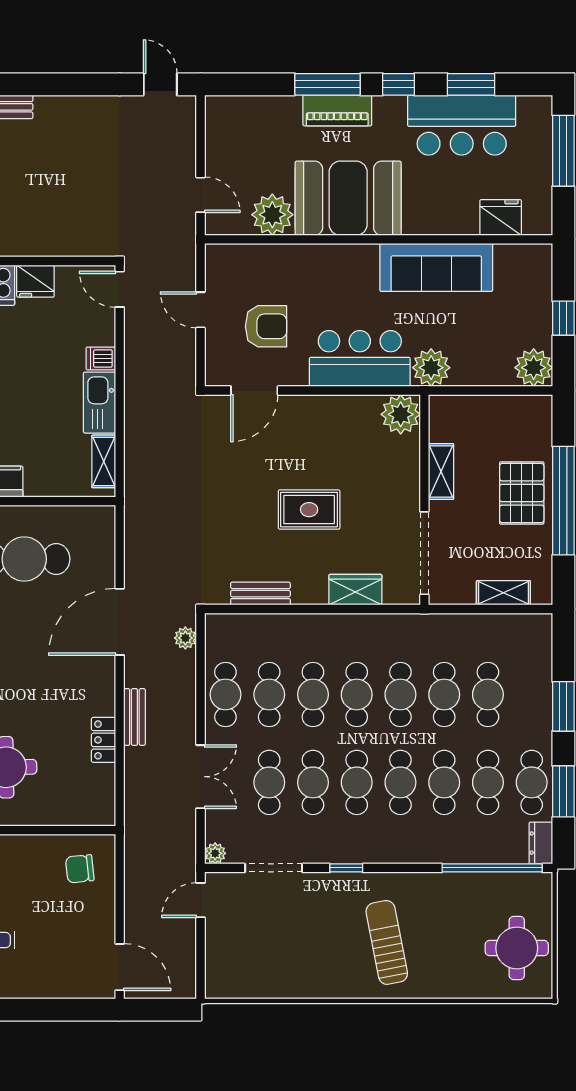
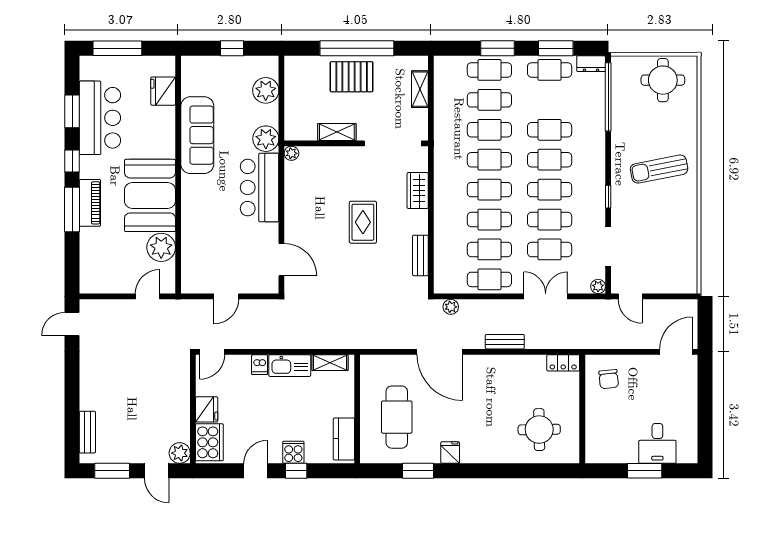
armchair: (266, 326) -> (238, 252), removed
plant: (534, 368) -> (266, 90), moved
plant: (401, 414) -> (291, 153), width x0.53, depth x0.53
locker: (104, 740) -> (563, 363), moved
cafe table: (488, 782) -> (489, 70), moved

